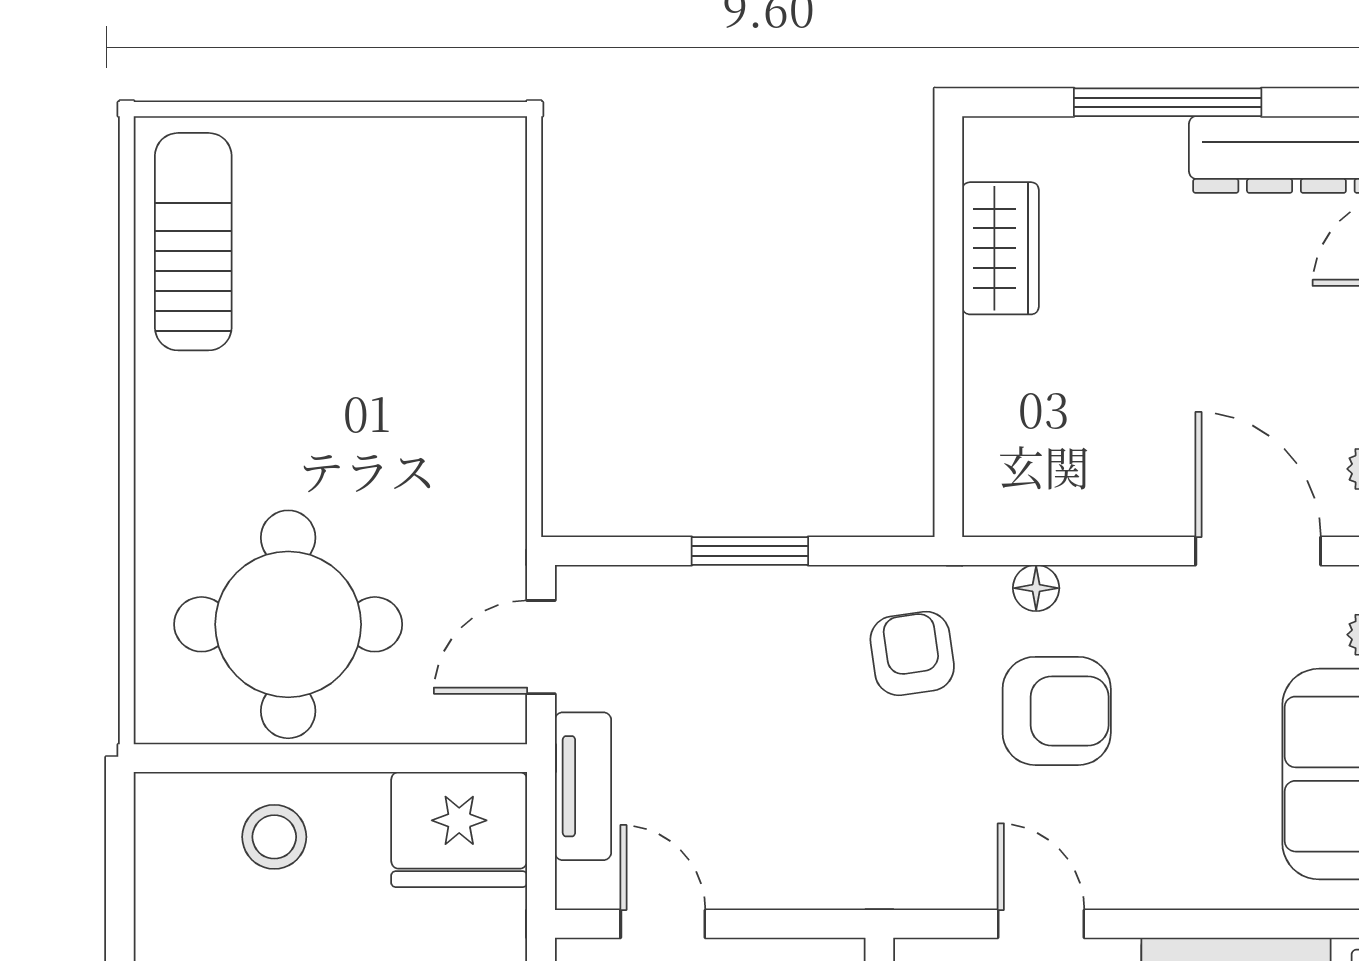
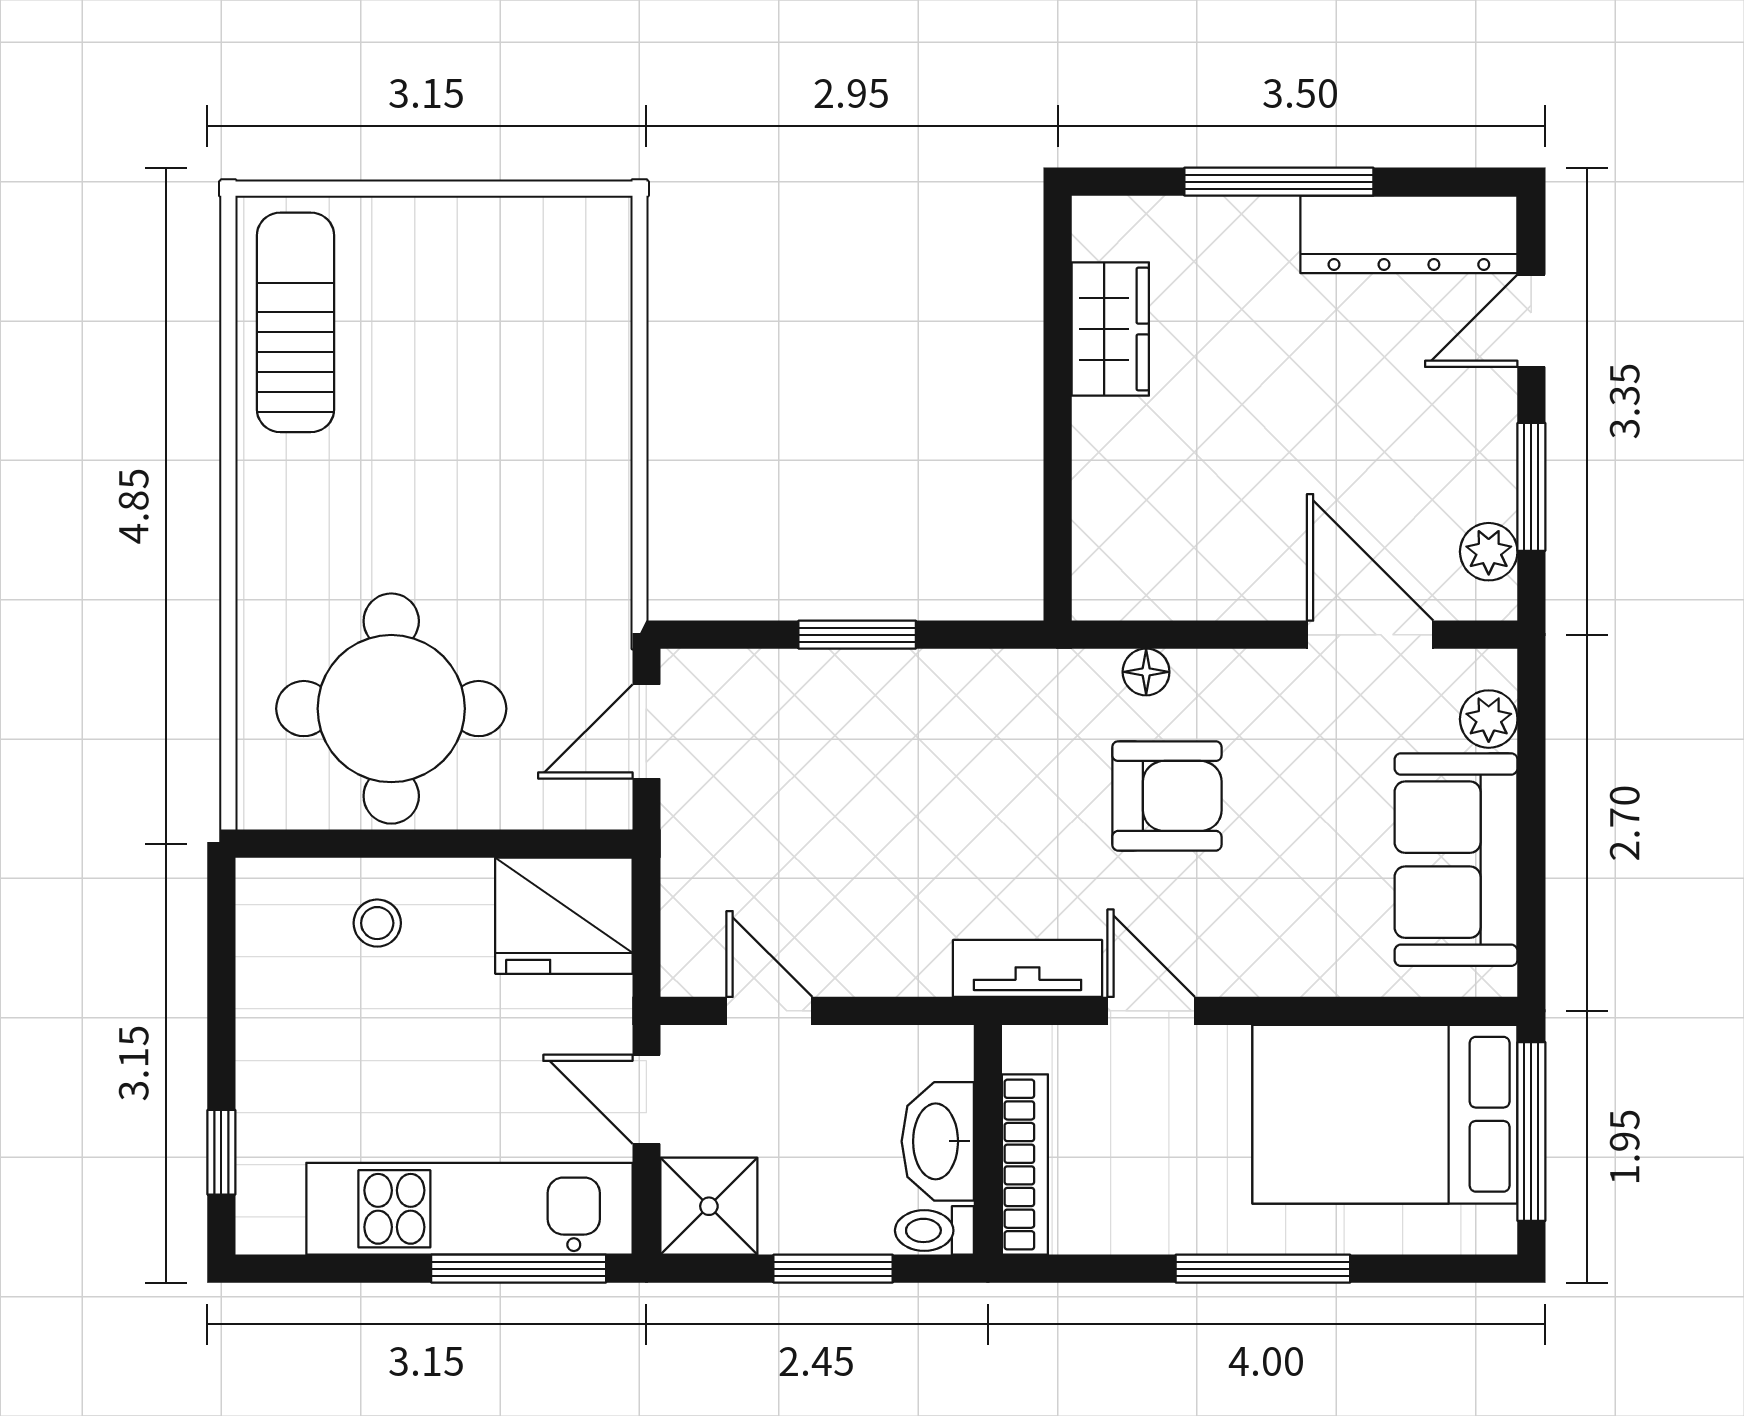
armchair: (912, 653) -> (1021, 738), removed
tv unit: (583, 786) -> (1028, 968), moved, turned -90
stool: (274, 837) -> (377, 923), width x0.73, depth x0.73

